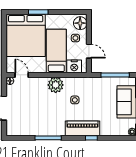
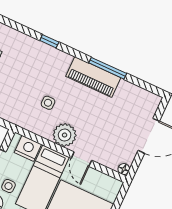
door: (22, 75) -> (81, 159), moved
piano: (82, 128) -> (93, 77), moved

